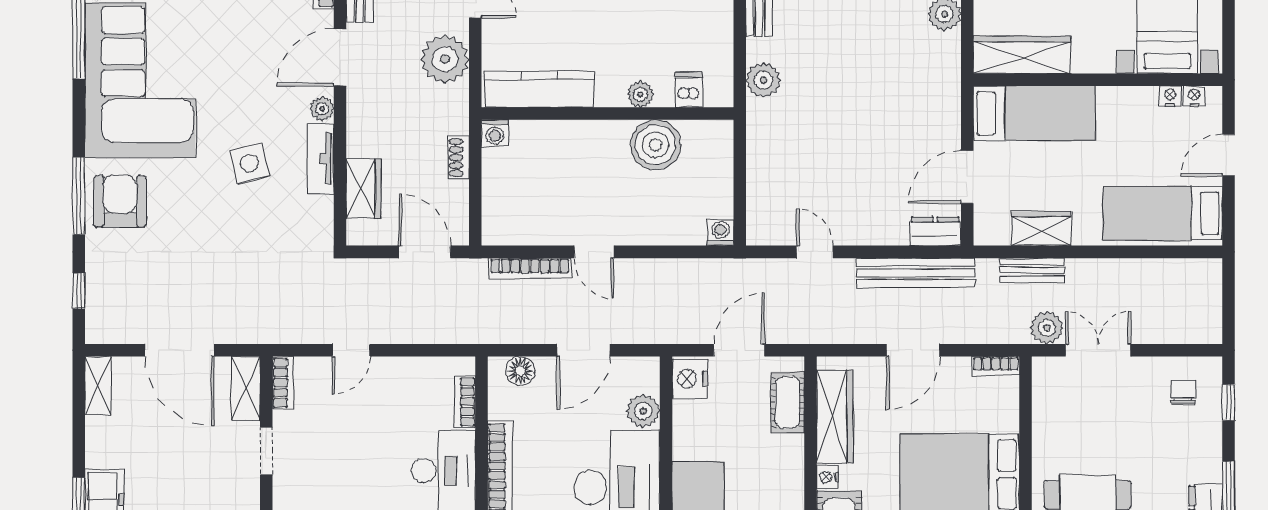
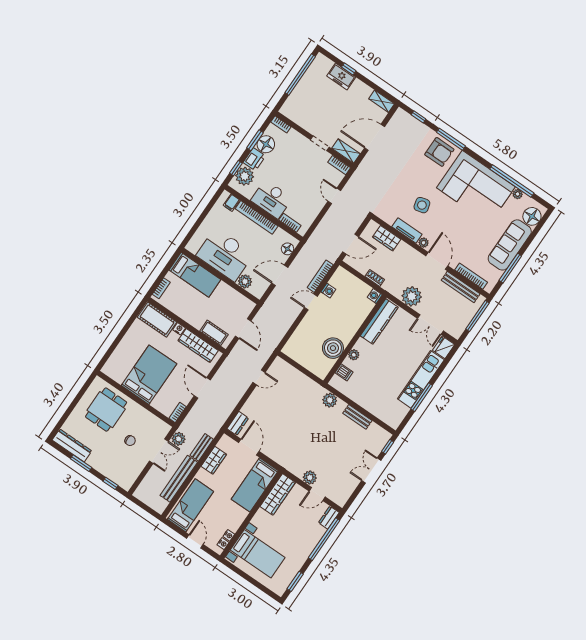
washing machine: (720, 233) -> (328, 291), moved
bench: (915, 273) -> (179, 479), moved
door: (583, 350) -> (280, 275), hinge flipped
nightstand: (690, 379) -> (245, 305), removed
chair: (1183, 392) -> (130, 441), moved

